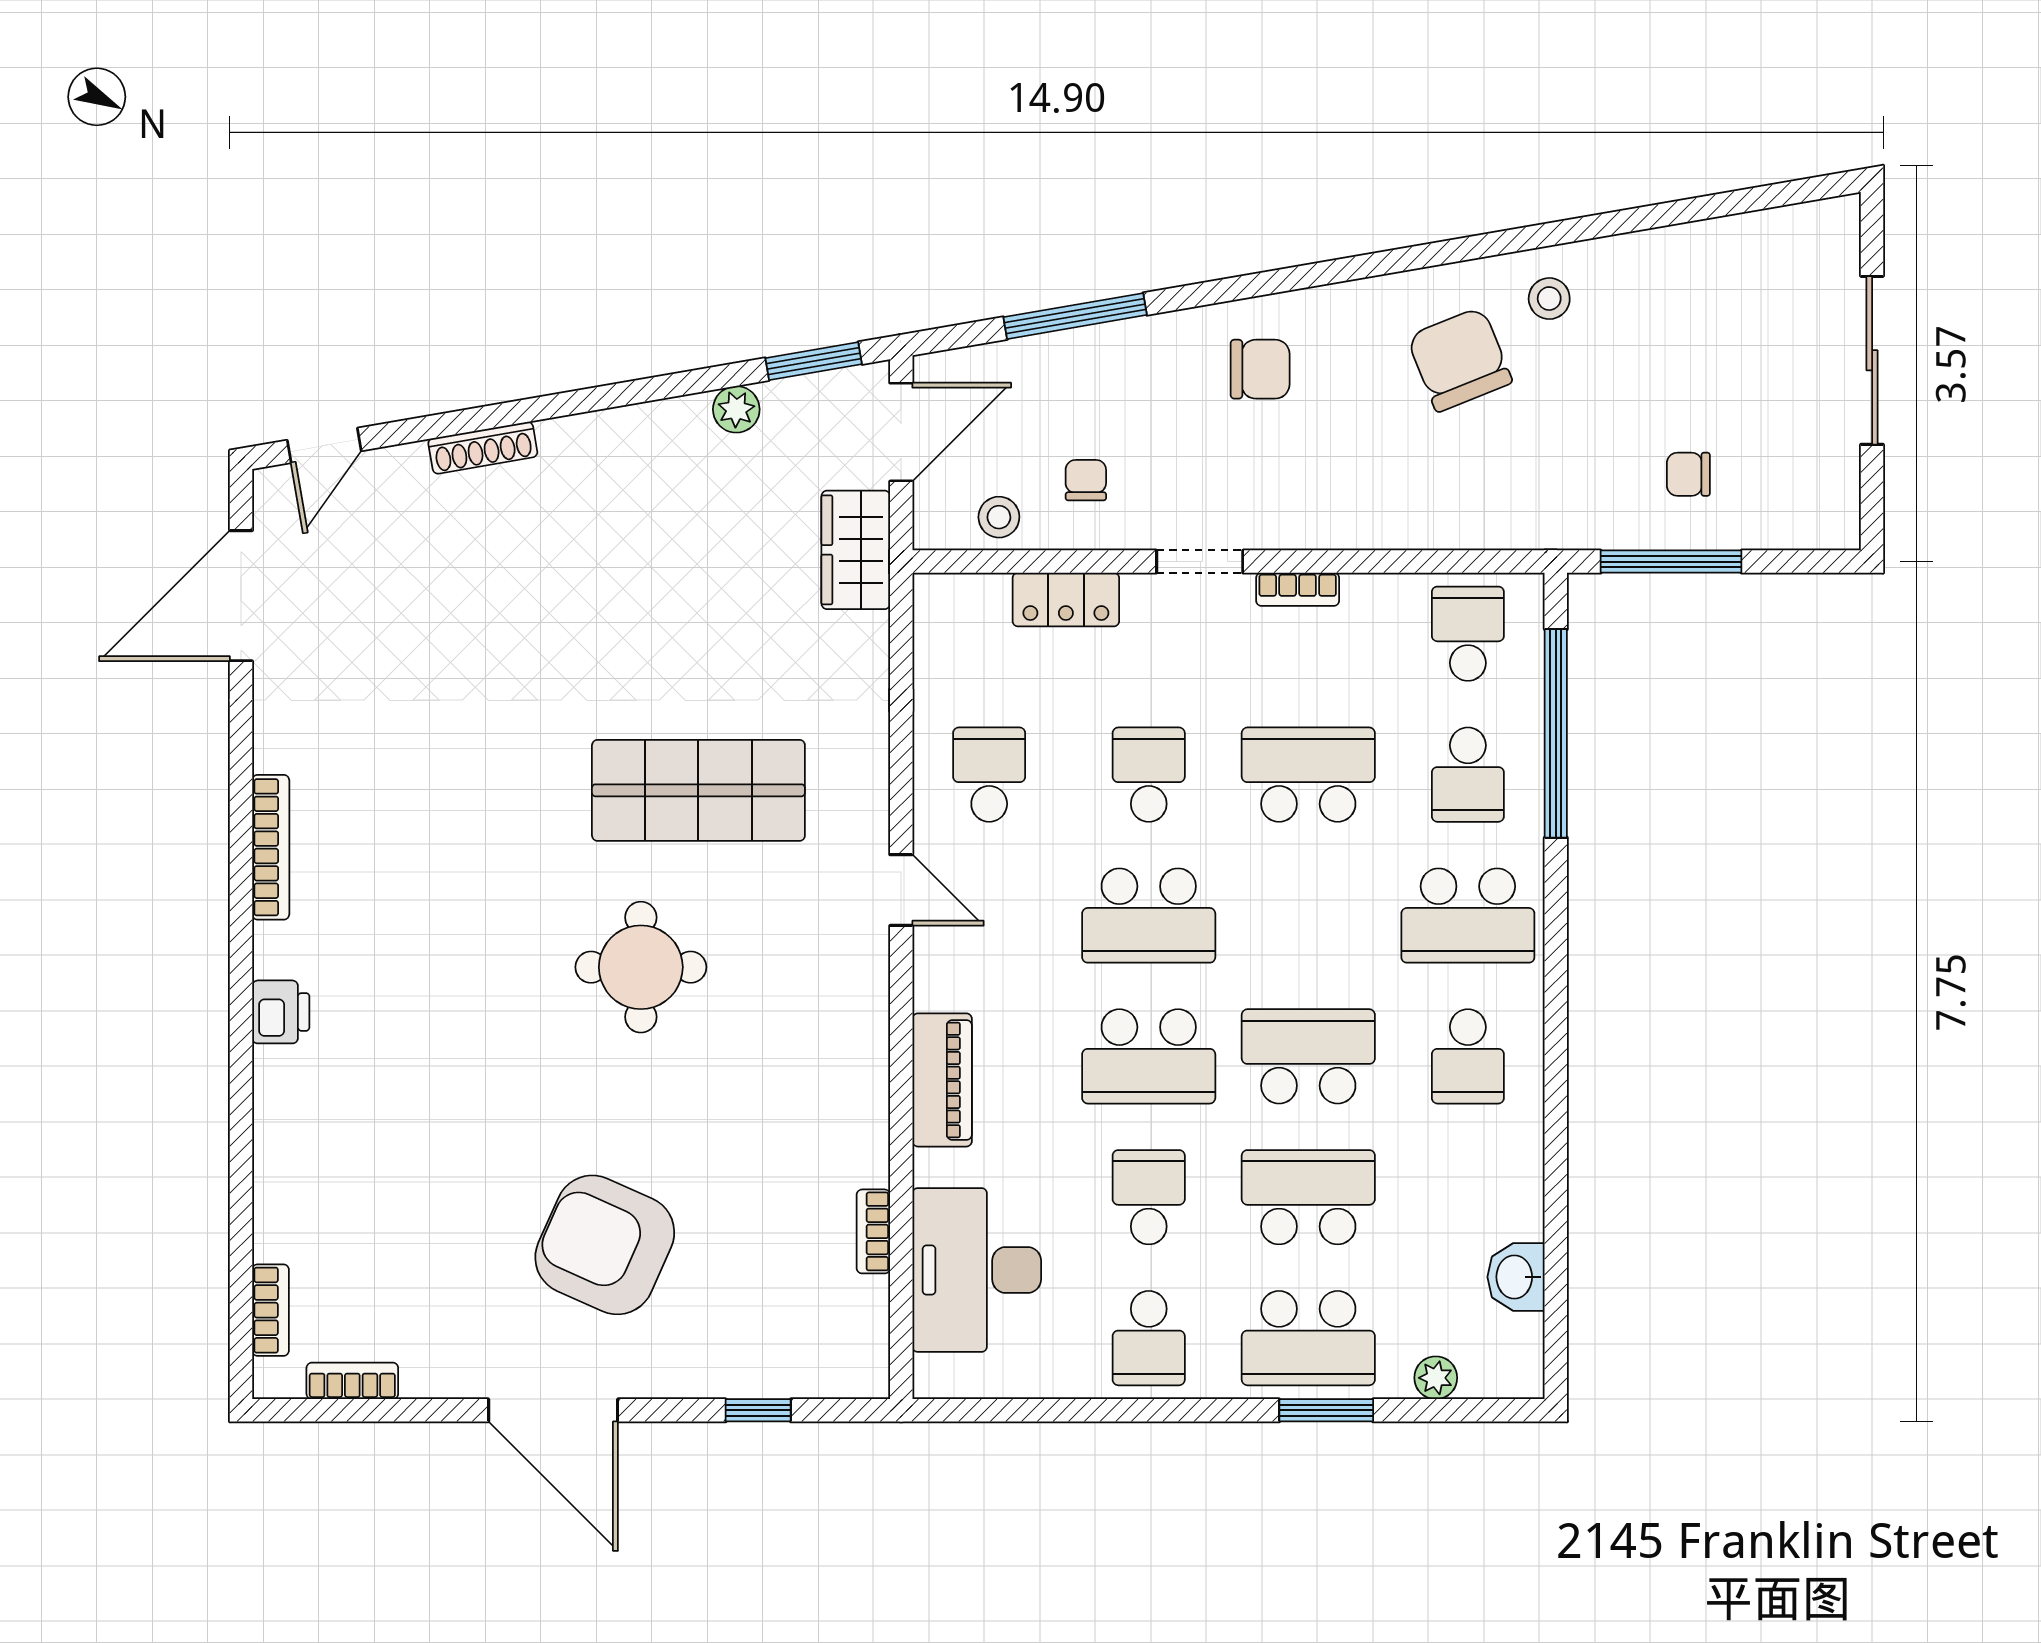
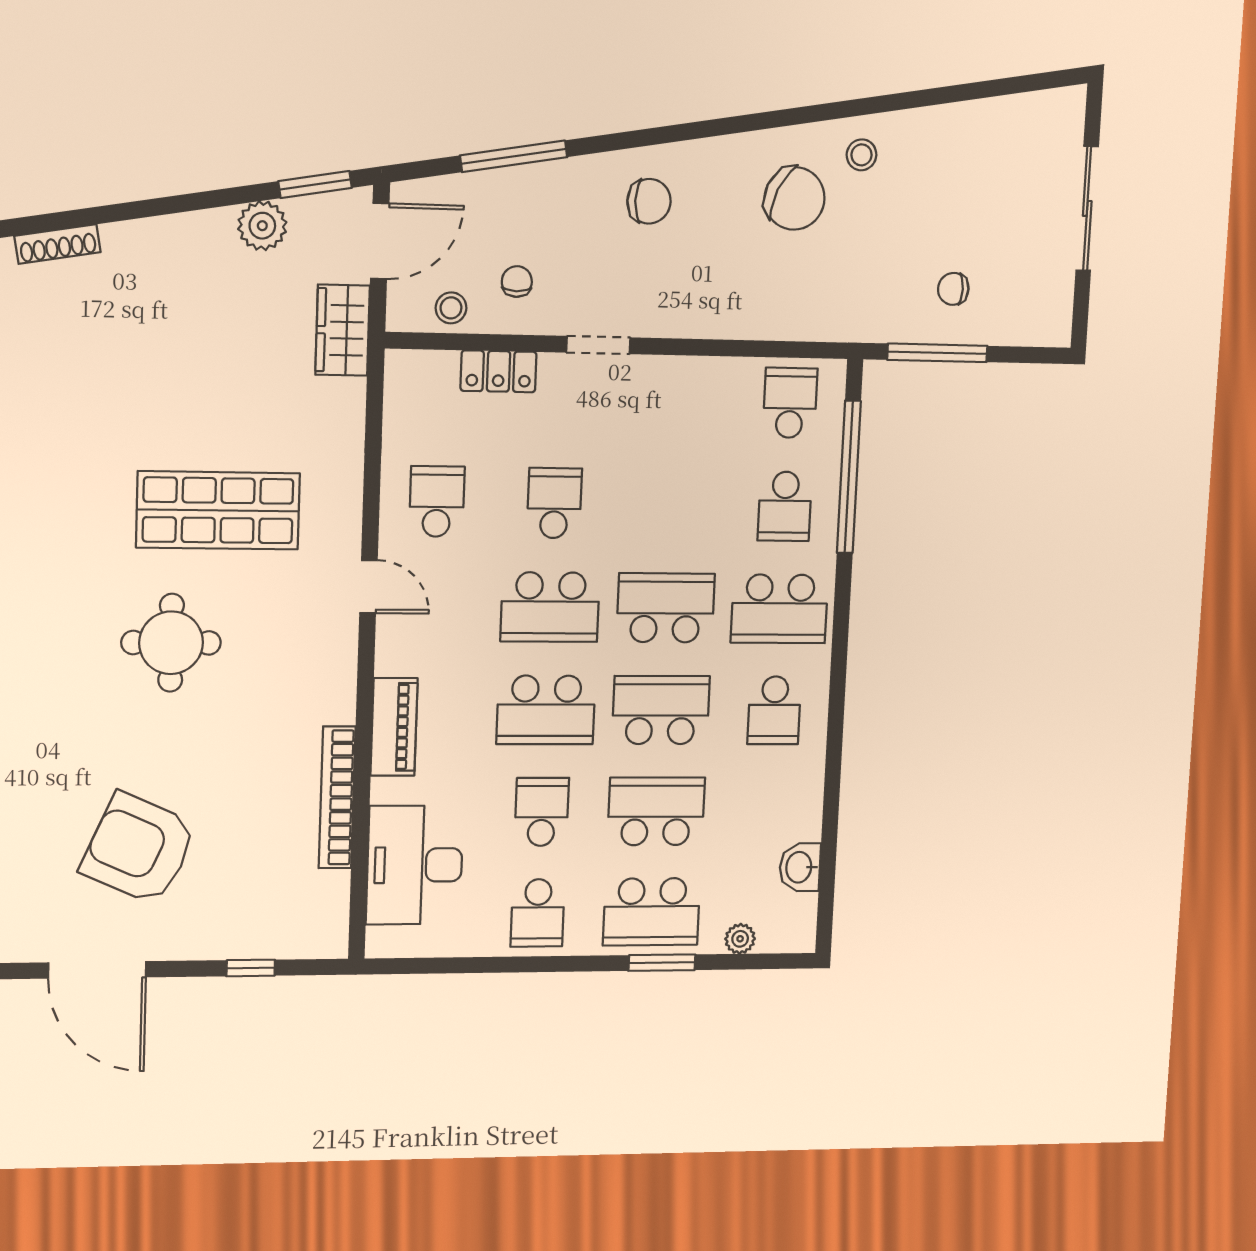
chair: (1460, 359) -> (795, 198), turned 137
plant: (736, 409) -> (262, 226), width x1.38, depth x1.38
bookcase: (1298, 589) -> (669, 367), removed
school desk: (1308, 775) -> (666, 608), moved
bookcase: (873, 1231) -> (337, 797), width x2.31, depth x1.31

